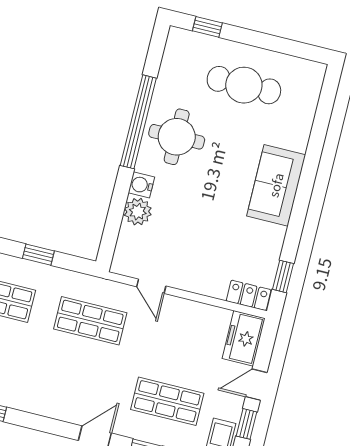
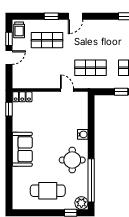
window: (138, 122) -> (91, 180), moved
plant: (138, 212) -> (81, 203), moved
freezer: (244, 338) -> (20, 77), removed

